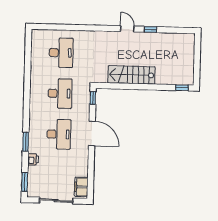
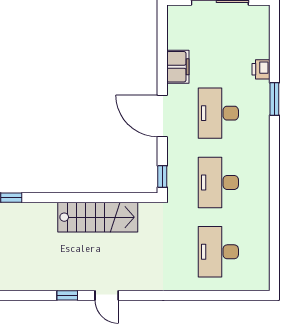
window: (25, 182) -> (274, 31), removed
filing cabinet: (81, 187) -> (178, 67), moved

